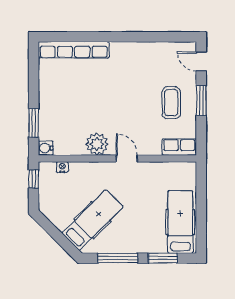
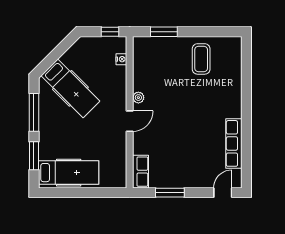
row of seats: (74, 50) -> (234, 143), moved, width x0.73
window: (201, 101) -> (170, 193), moved
coffee table: (171, 103) -> (201, 59), moved, turned 90
plant: (97, 144) -> (138, 98), width x0.53, depth x0.53
water cooler: (46, 148) -> (140, 43), removed

